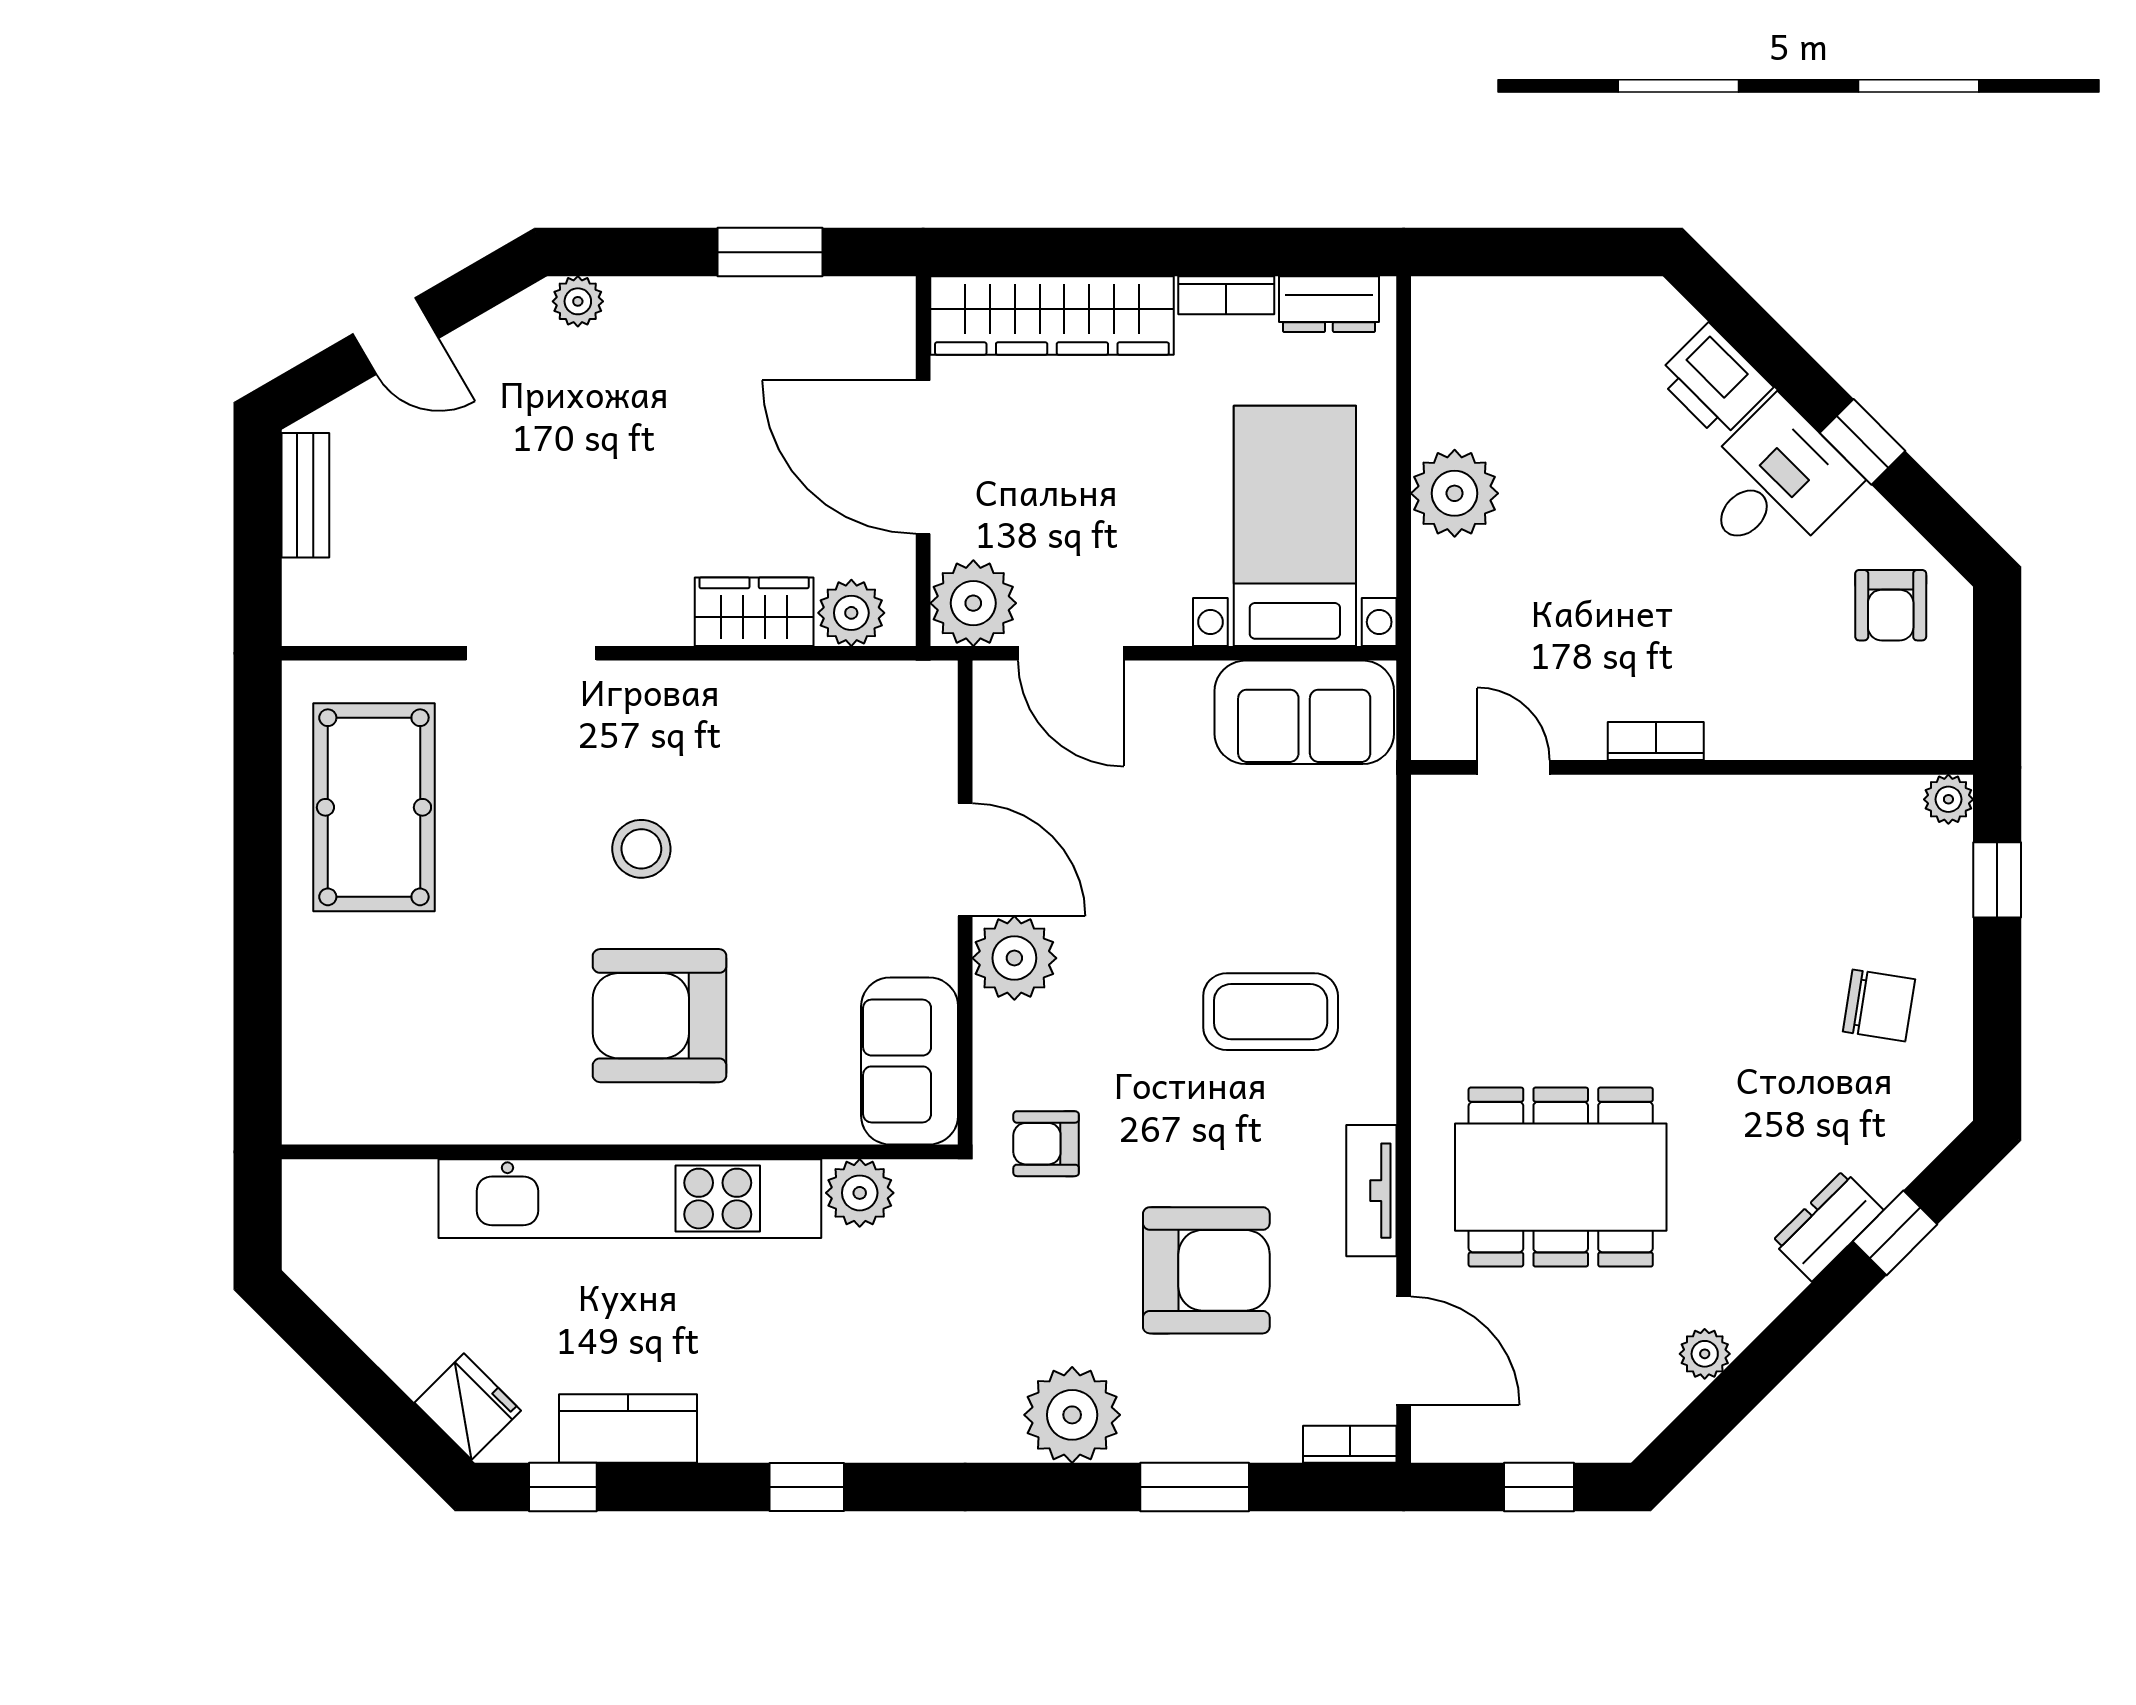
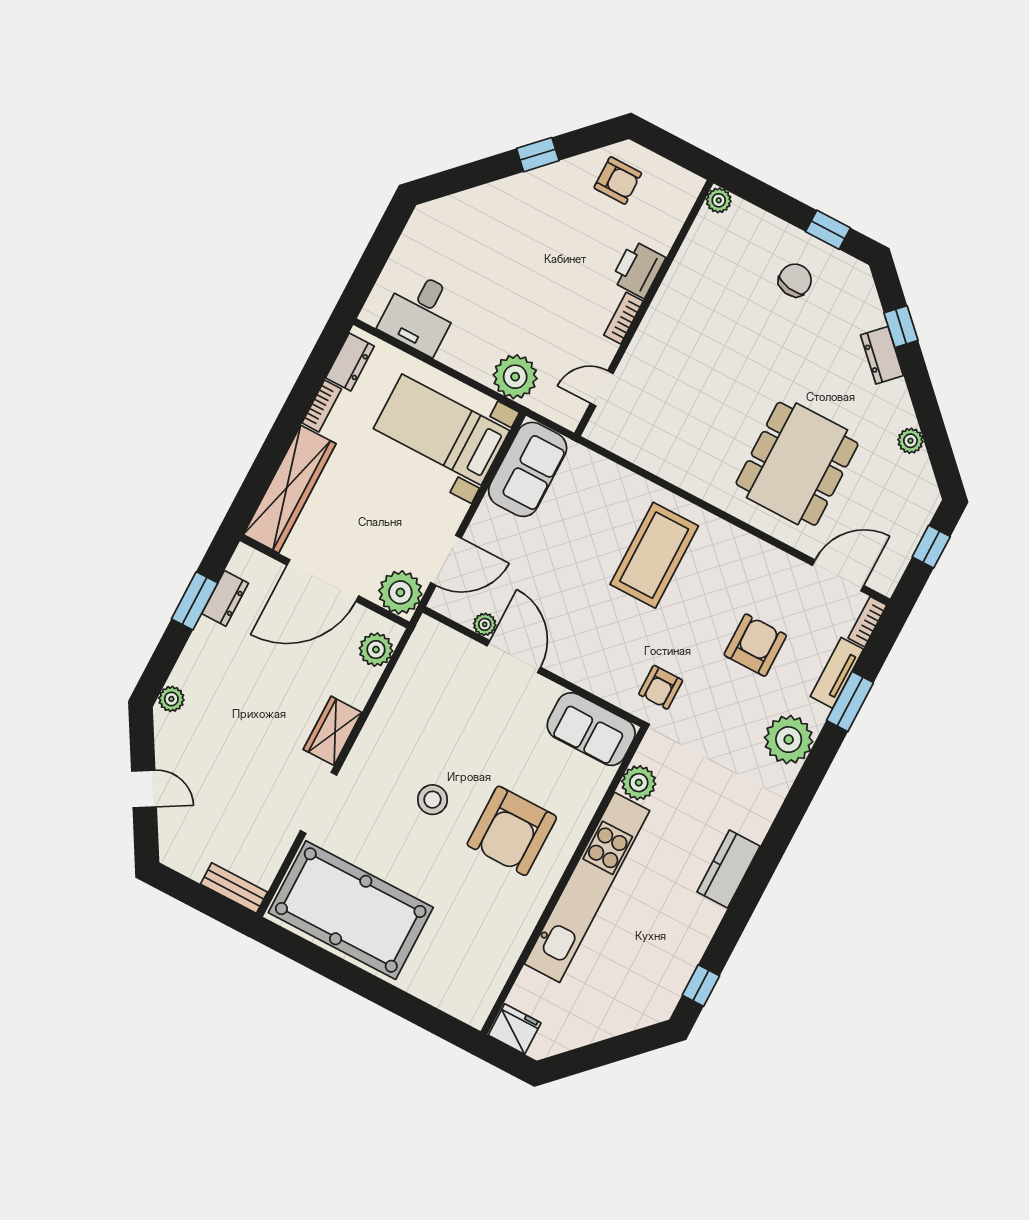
dresser: (802, 303) -> (225, 598), added
door: (396, 336) -> (144, 789), hinge flipped
printer: (1714, 382) -> (638, 269), moved, turned 135
desk: (1774, 483) -> (420, 313), moved, turned -135
plant: (1455, 493) -> (515, 377), moved
bench: (305, 495) -> (234, 888), moved
wardrobe: (754, 612) -> (333, 731), moved
pool table: (374, 807) -> (351, 910), width x1.36, depth x1.32
door: (965, 860) -> (514, 657), hinge flipped
window: (1997, 880) -> (828, 230), moved
plant: (1014, 958) -> (485, 624), moved, width x0.53, depth x0.53
coffee table: (1271, 1012) -> (654, 555), width x1.36, depth x1.32
tv unit: (1371, 1191) -> (837, 673), moved, turned 90
armchair: (1206, 1270) -> (755, 645), width x0.73, depth x0.73
fridge: (468, 1407) -> (515, 1029), moved, turned 45
kitchen counter: (628, 1429) -> (728, 869), moved
window: (807, 1487) -> (758, 876), removed

